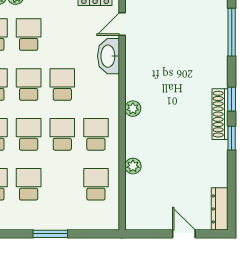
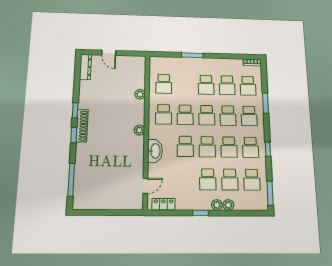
washbasin: (109, 56) -> (155, 151), moved

